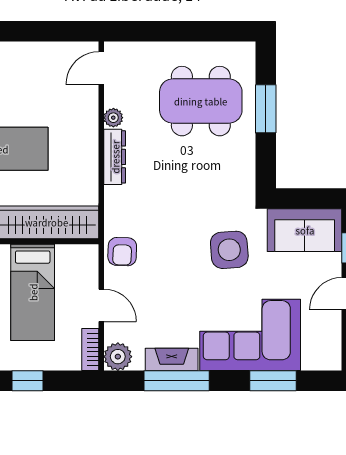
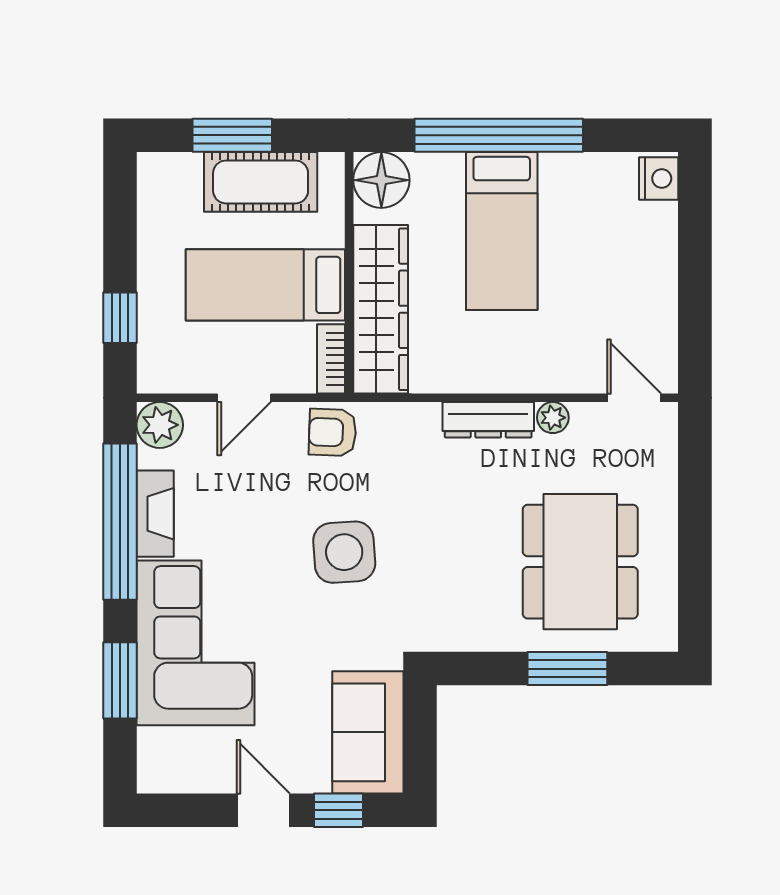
side table: (229, 250) -> (344, 552), moved
bookcase: (90, 349) -> (331, 359), moved, turned -90
window: (27, 381) -> (120, 318), moved
window: (177, 381) -> (120, 522), width x1.46

